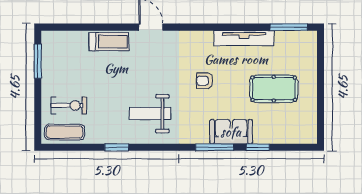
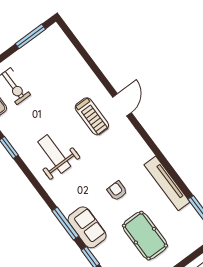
treadmill: (109, 42) -> (92, 116), moved
armchair: (205, 81) -> (117, 191), moved

